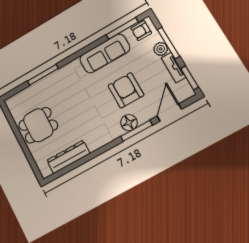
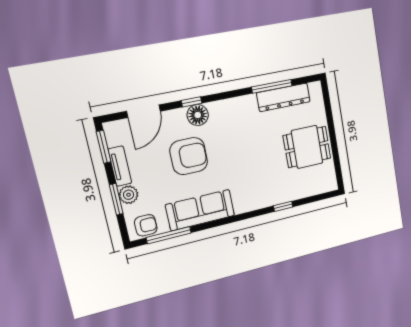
window: (168, 43) -> (116, 199), width x0.69
window: (43, 75) -> (283, 206), width x0.46
armchair: (126, 90) -> (189, 156), turned -90
window: (137, 131) -> (192, 102), width x0.46
window: (80, 162) -> (272, 86), added

